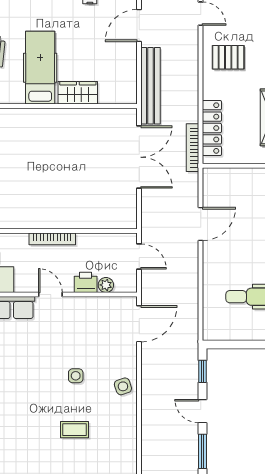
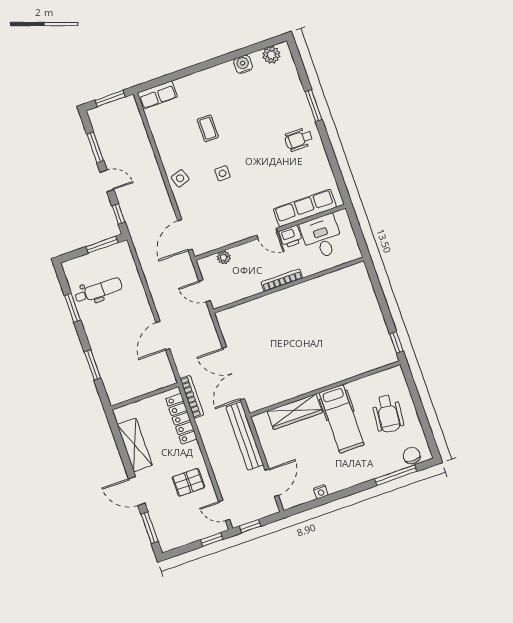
wardrobe: (78, 93) -> (295, 412), width x1.50
printer: (86, 282) -> (291, 237), moved
window: (232, 344) -> (102, 245), added
coffee table: (74, 430) -> (208, 128), turned 90

